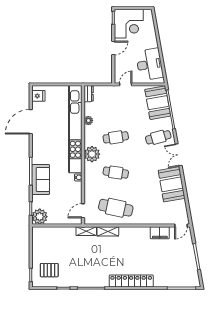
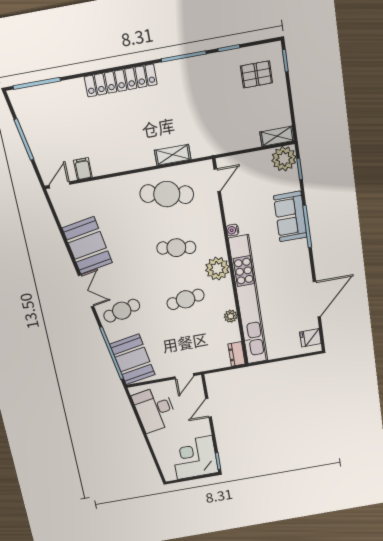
door: (113, 48) -> (209, 408), moved
shelving: (86, 231) -> (277, 136), moved
filing cabinet: (160, 233) -> (83, 169), width x0.50

